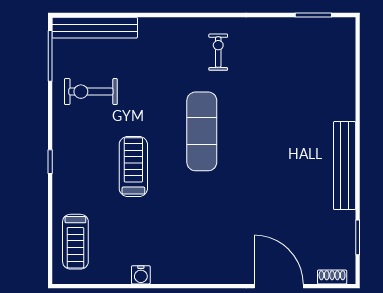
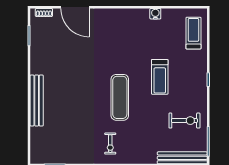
bench: (345, 166) -> (37, 101), moved

